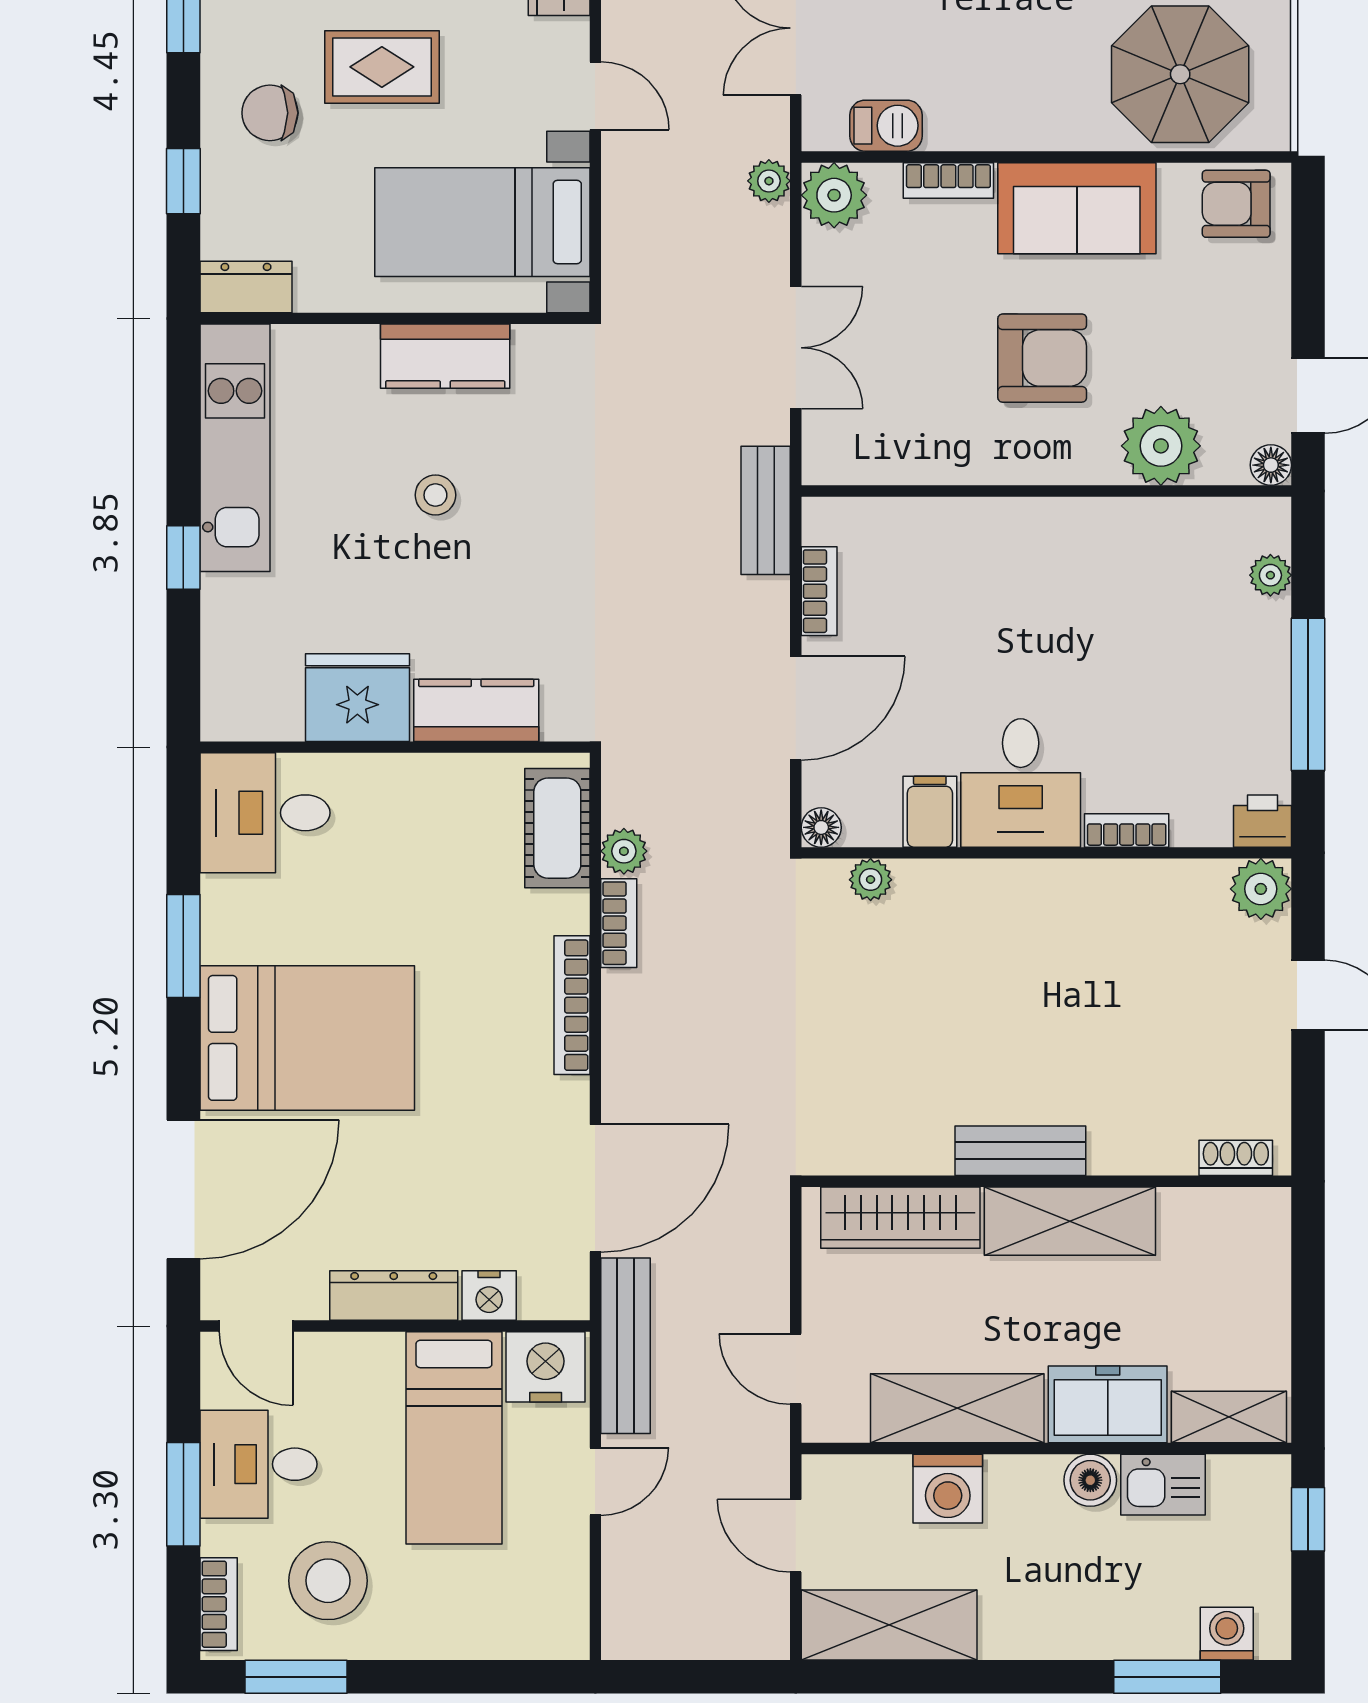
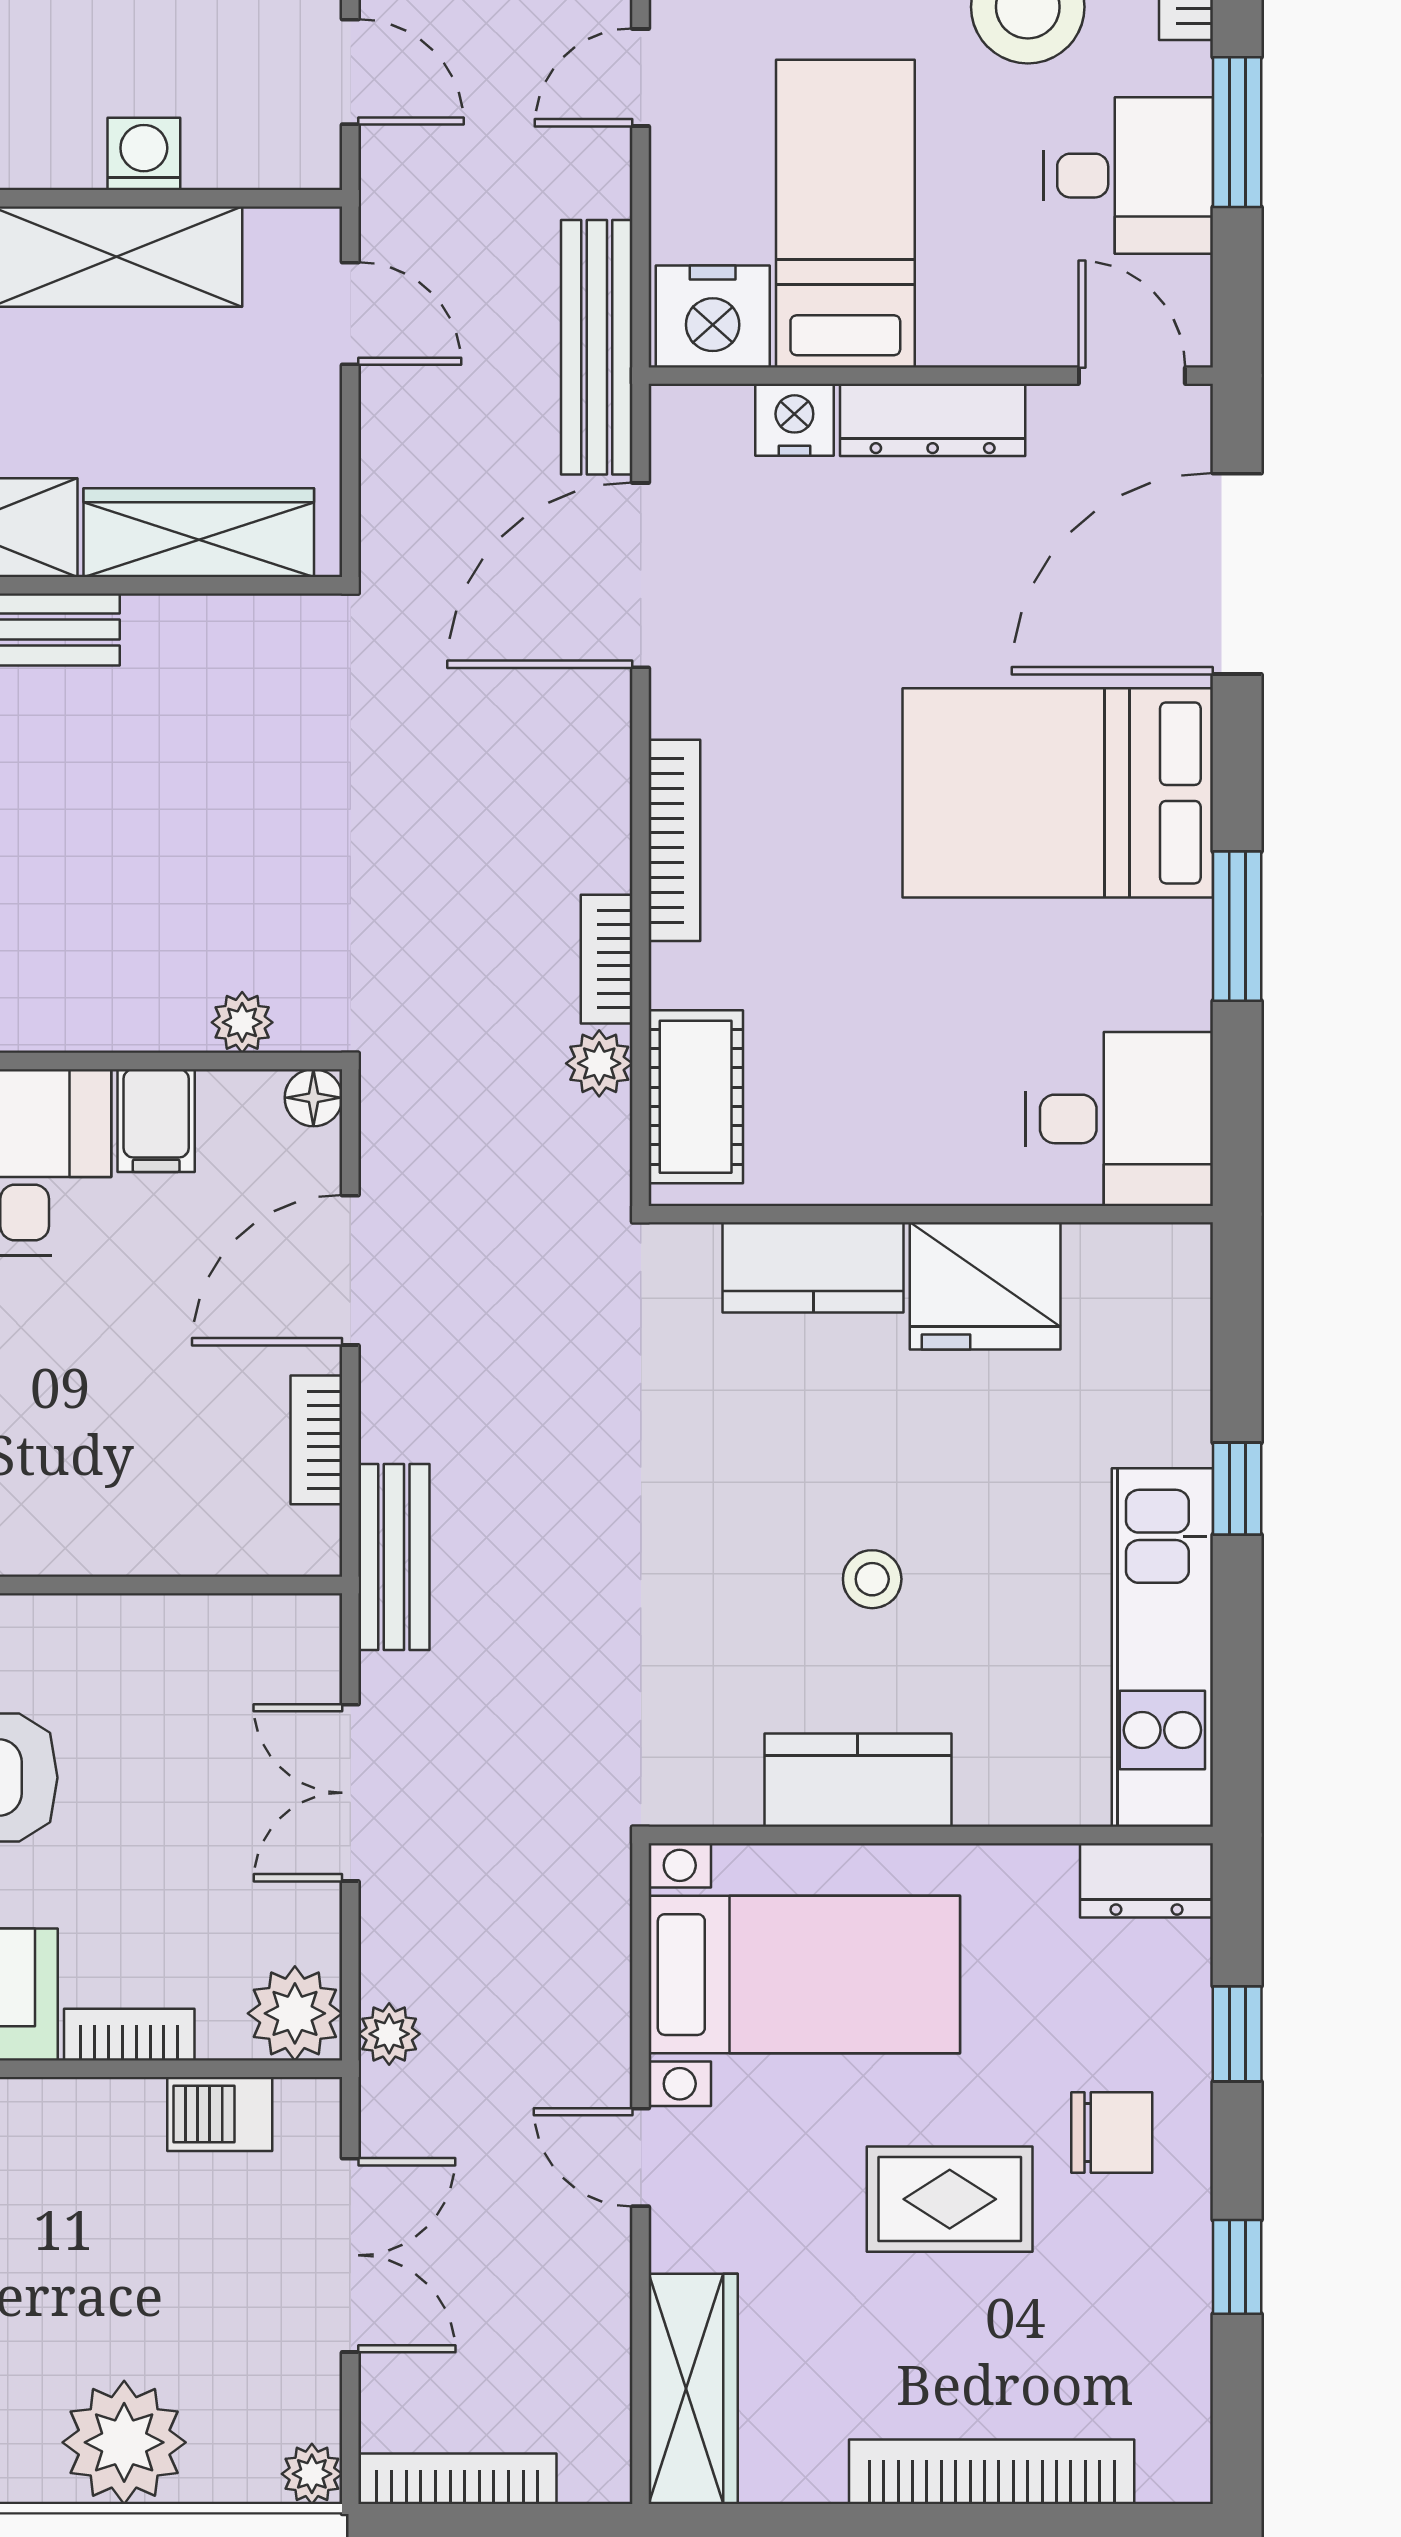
door: (595, 1481) -> (641, 77), moved
washing machine: (948, 1489) -> (144, 154), width x0.73, depth x0.73

